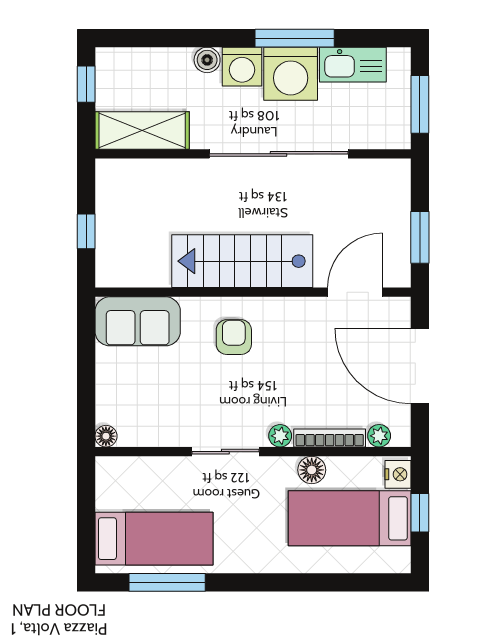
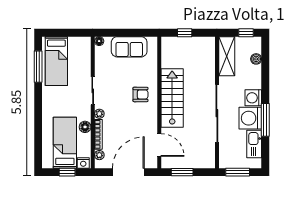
boiler: (207, 60) -> (256, 59), moved
sofa: (138, 321) -> (129, 47), moved, turned -90

